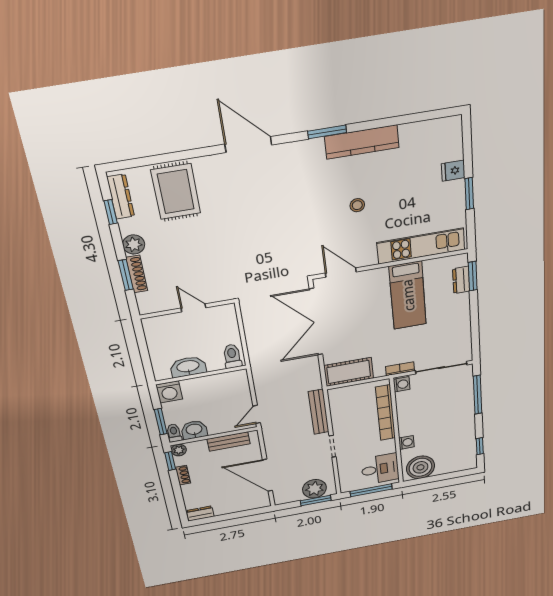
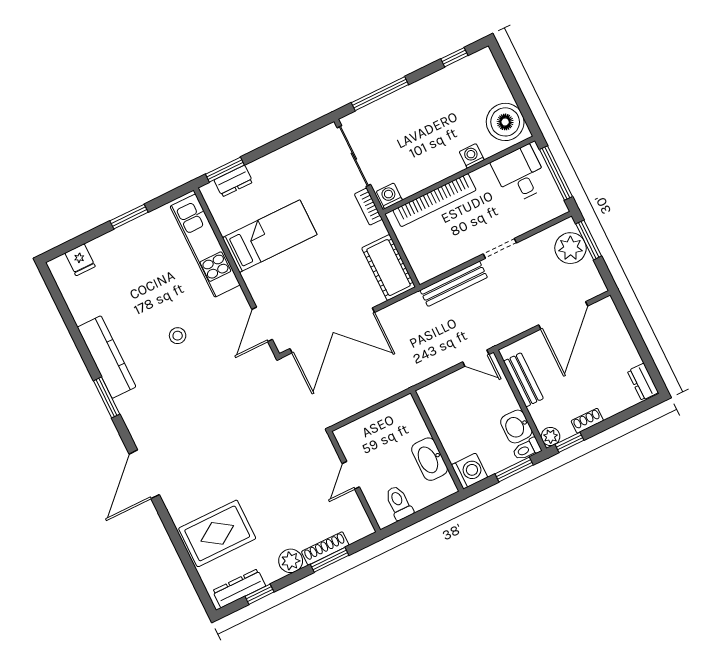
fridge: (453, 171) -> (80, 260), moved
toilet: (232, 356) -> (399, 503), moved, turned 90

